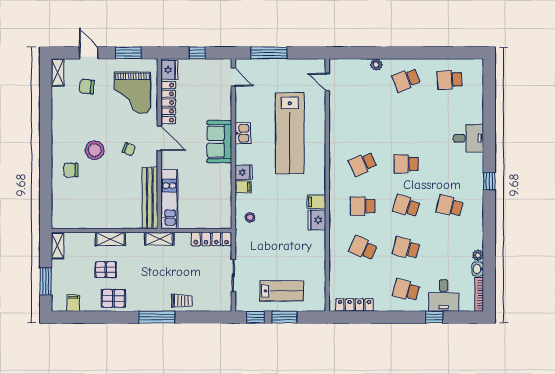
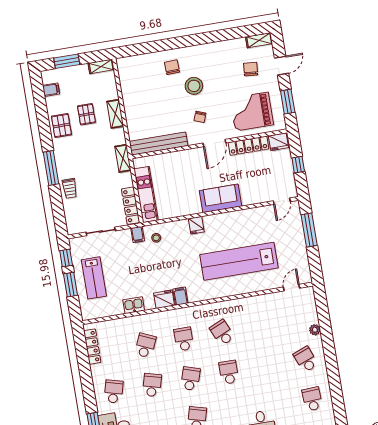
kitchen sink: (243, 133) -> (134, 305), moved, turned 180
filing cabinet: (243, 187) -> (138, 234), moved
kitchen unit: (169, 199) -> (146, 195), moved, turned -90

